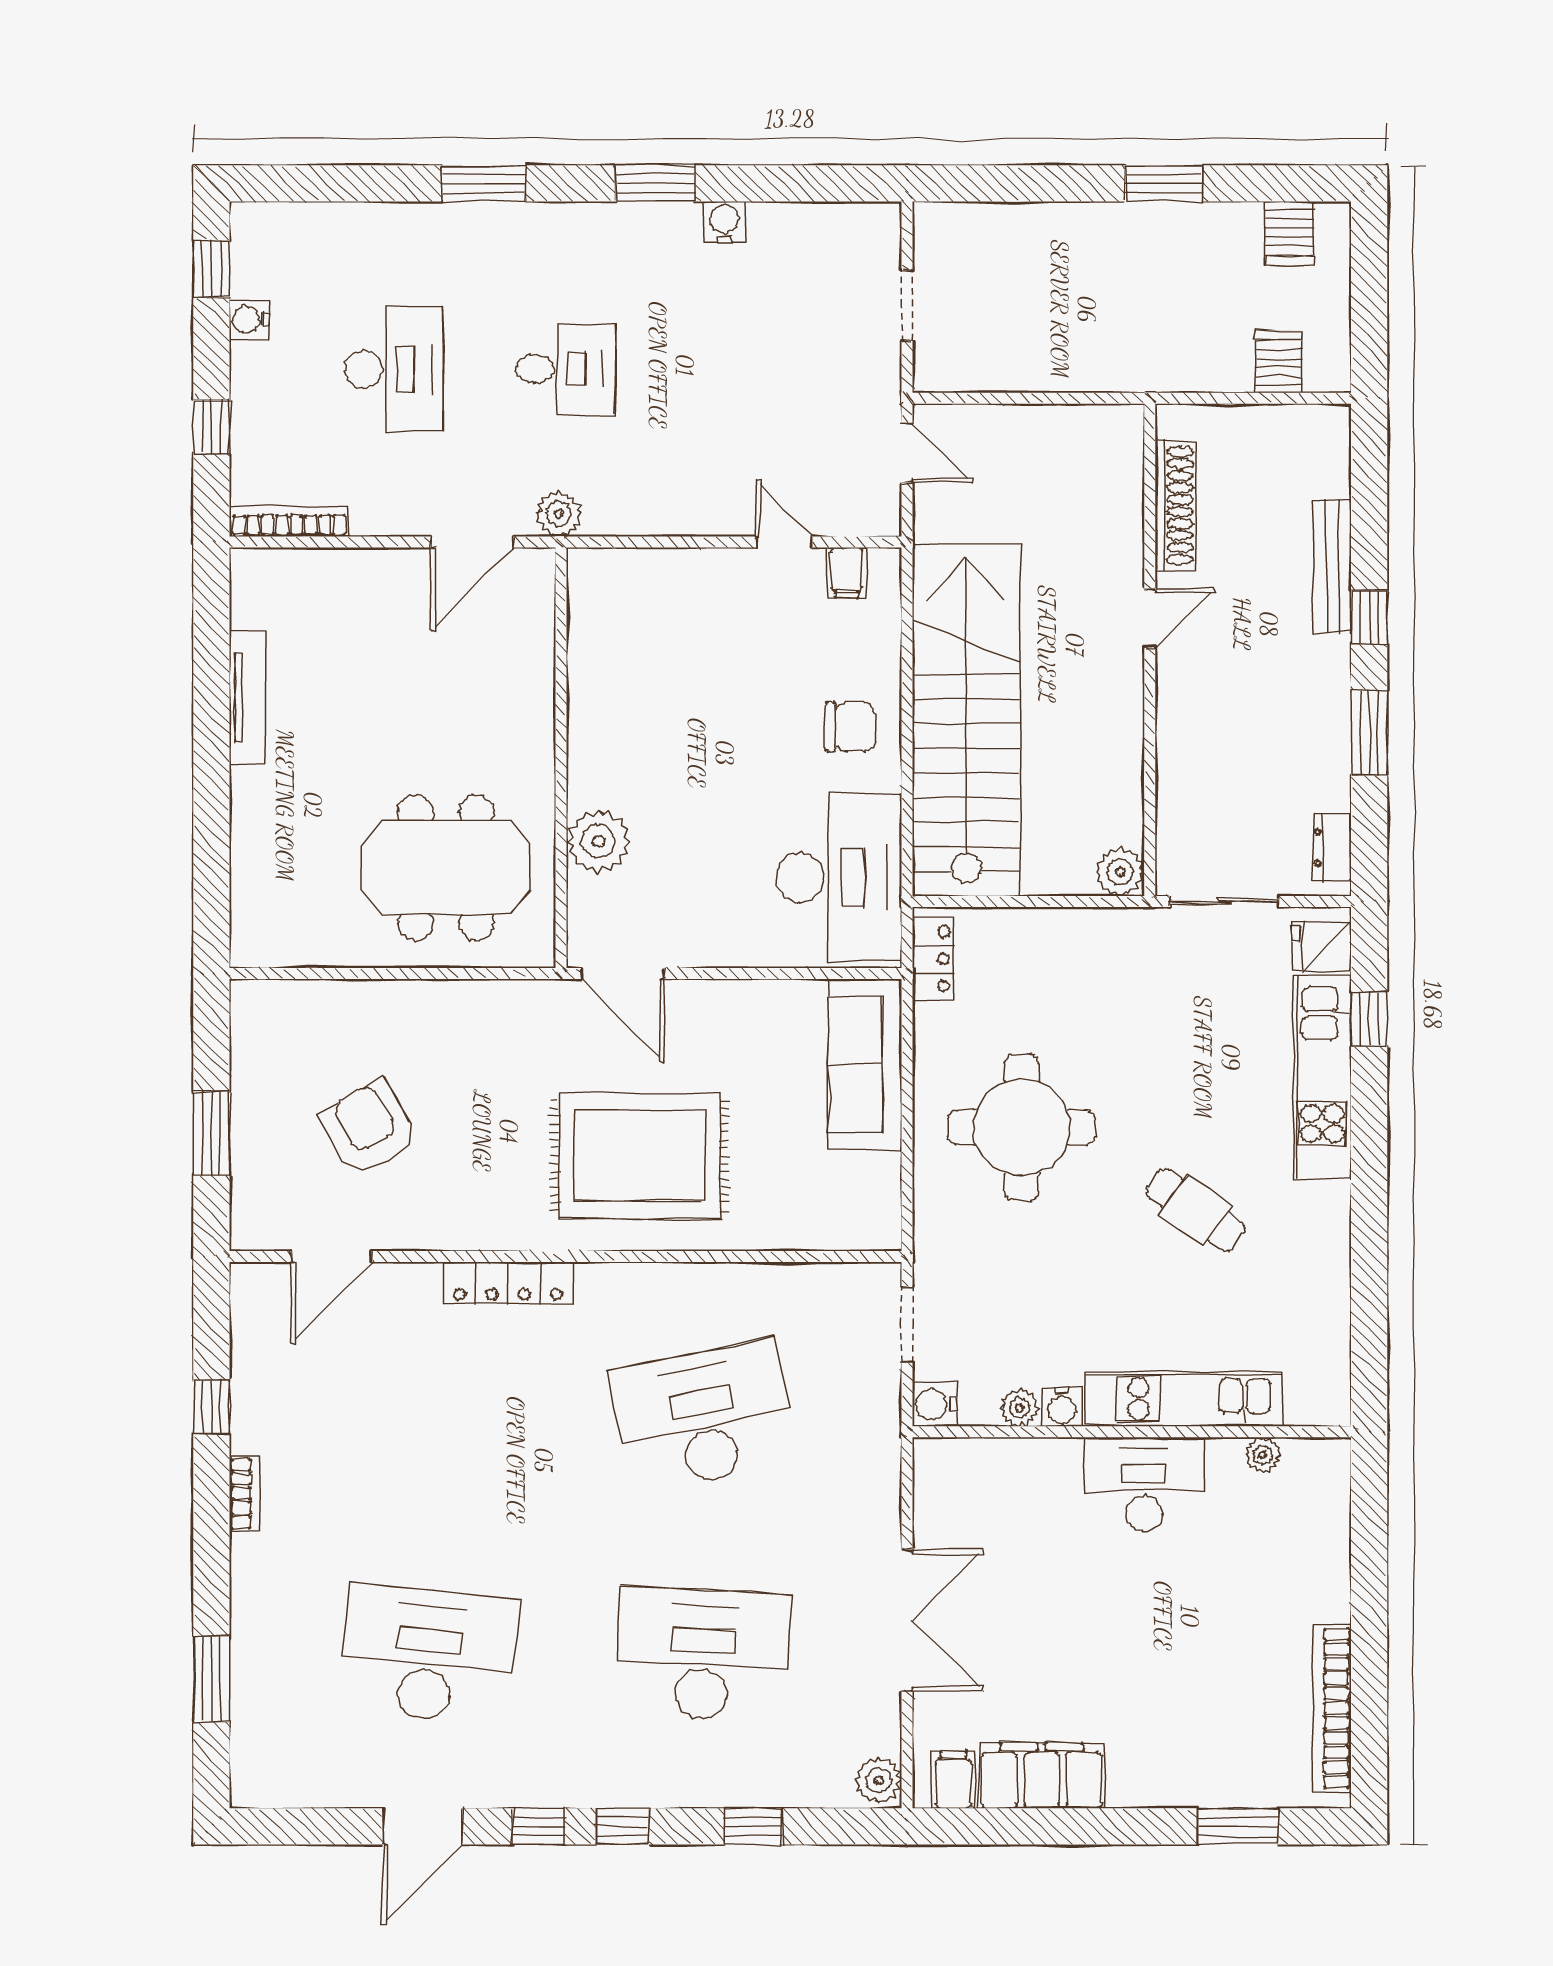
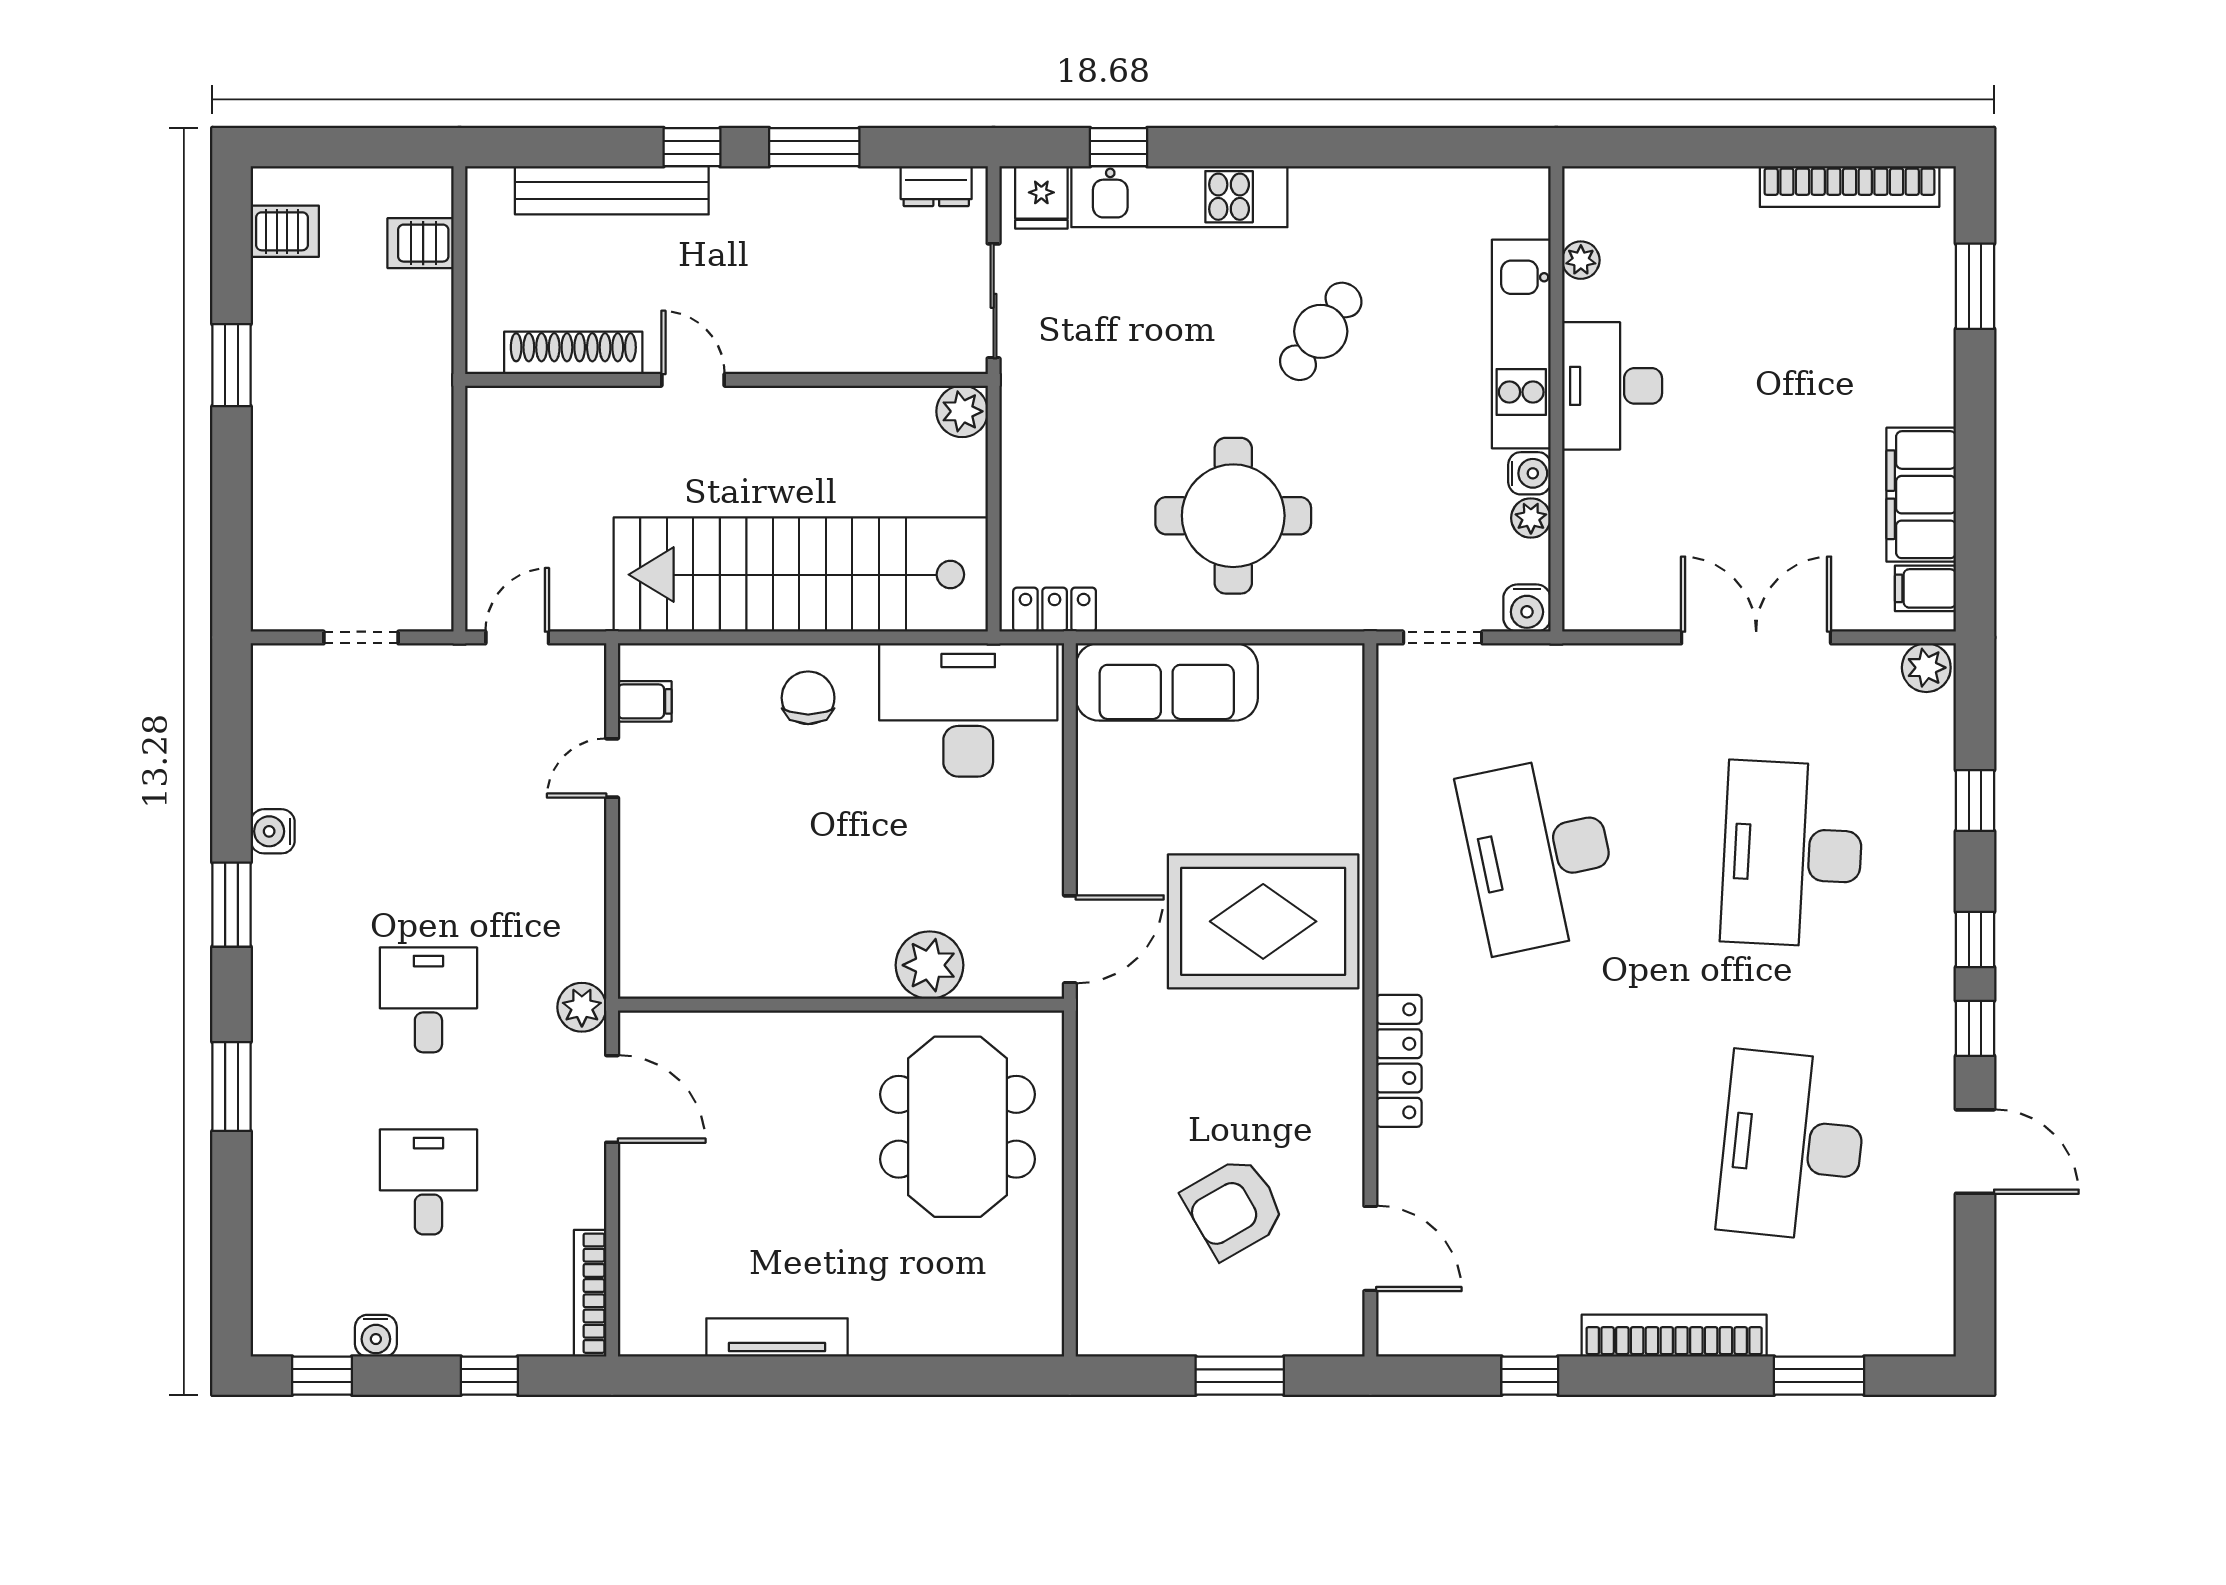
desk: (394, 369) -> (428, 1182), width x0.73
bench: (1332, 566) -> (612, 190), width x1.37, depth x1.21
rug: (639, 1156) -> (1263, 921), turned 90
bookcase: (244, 1493) -> (1674, 1336), width x2.31, depth x1.31

